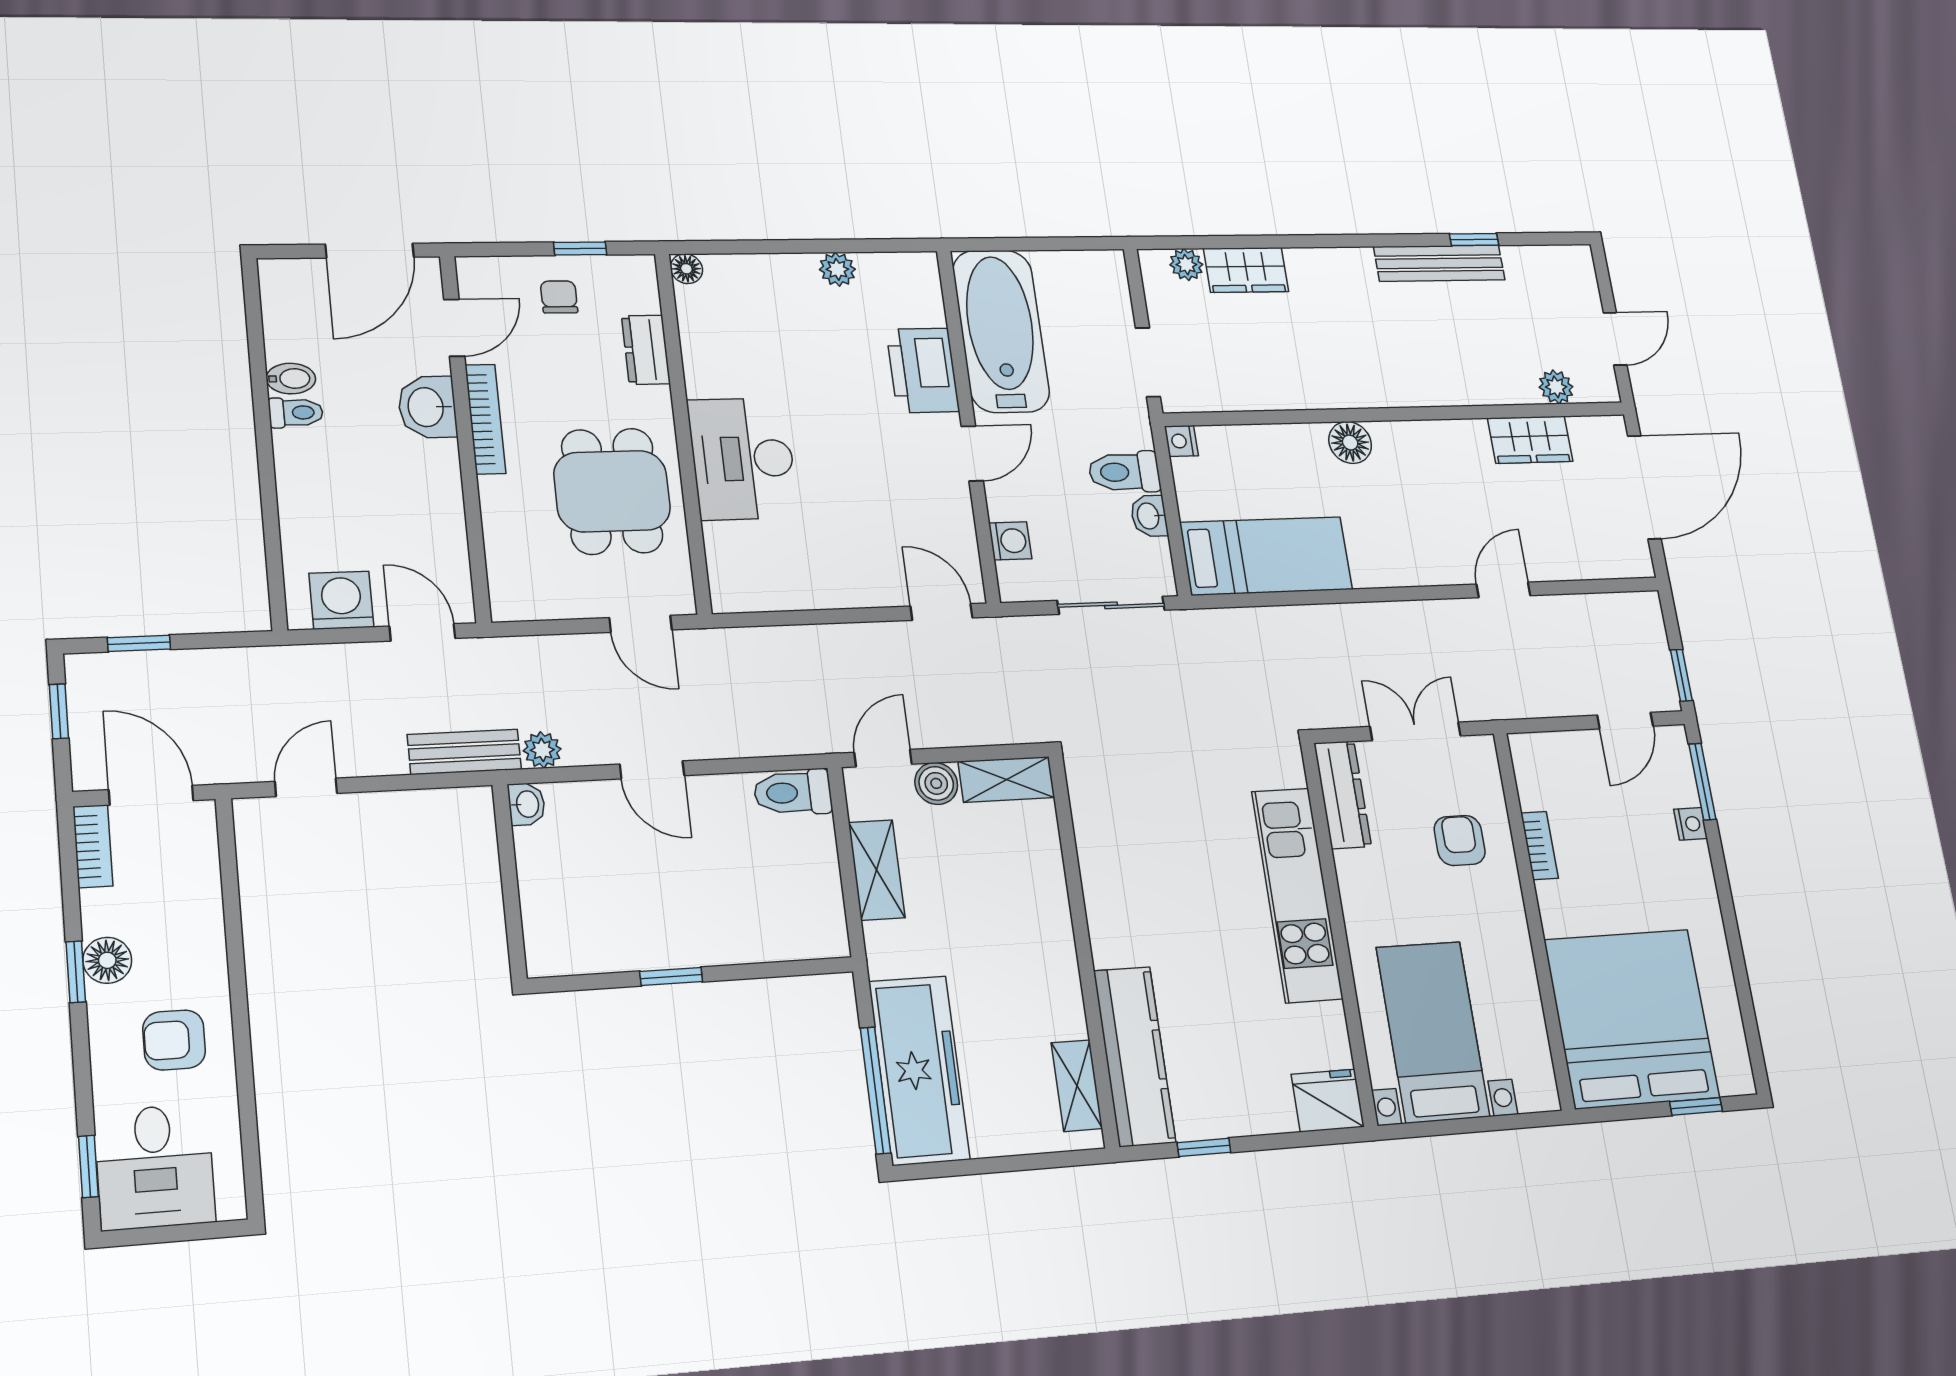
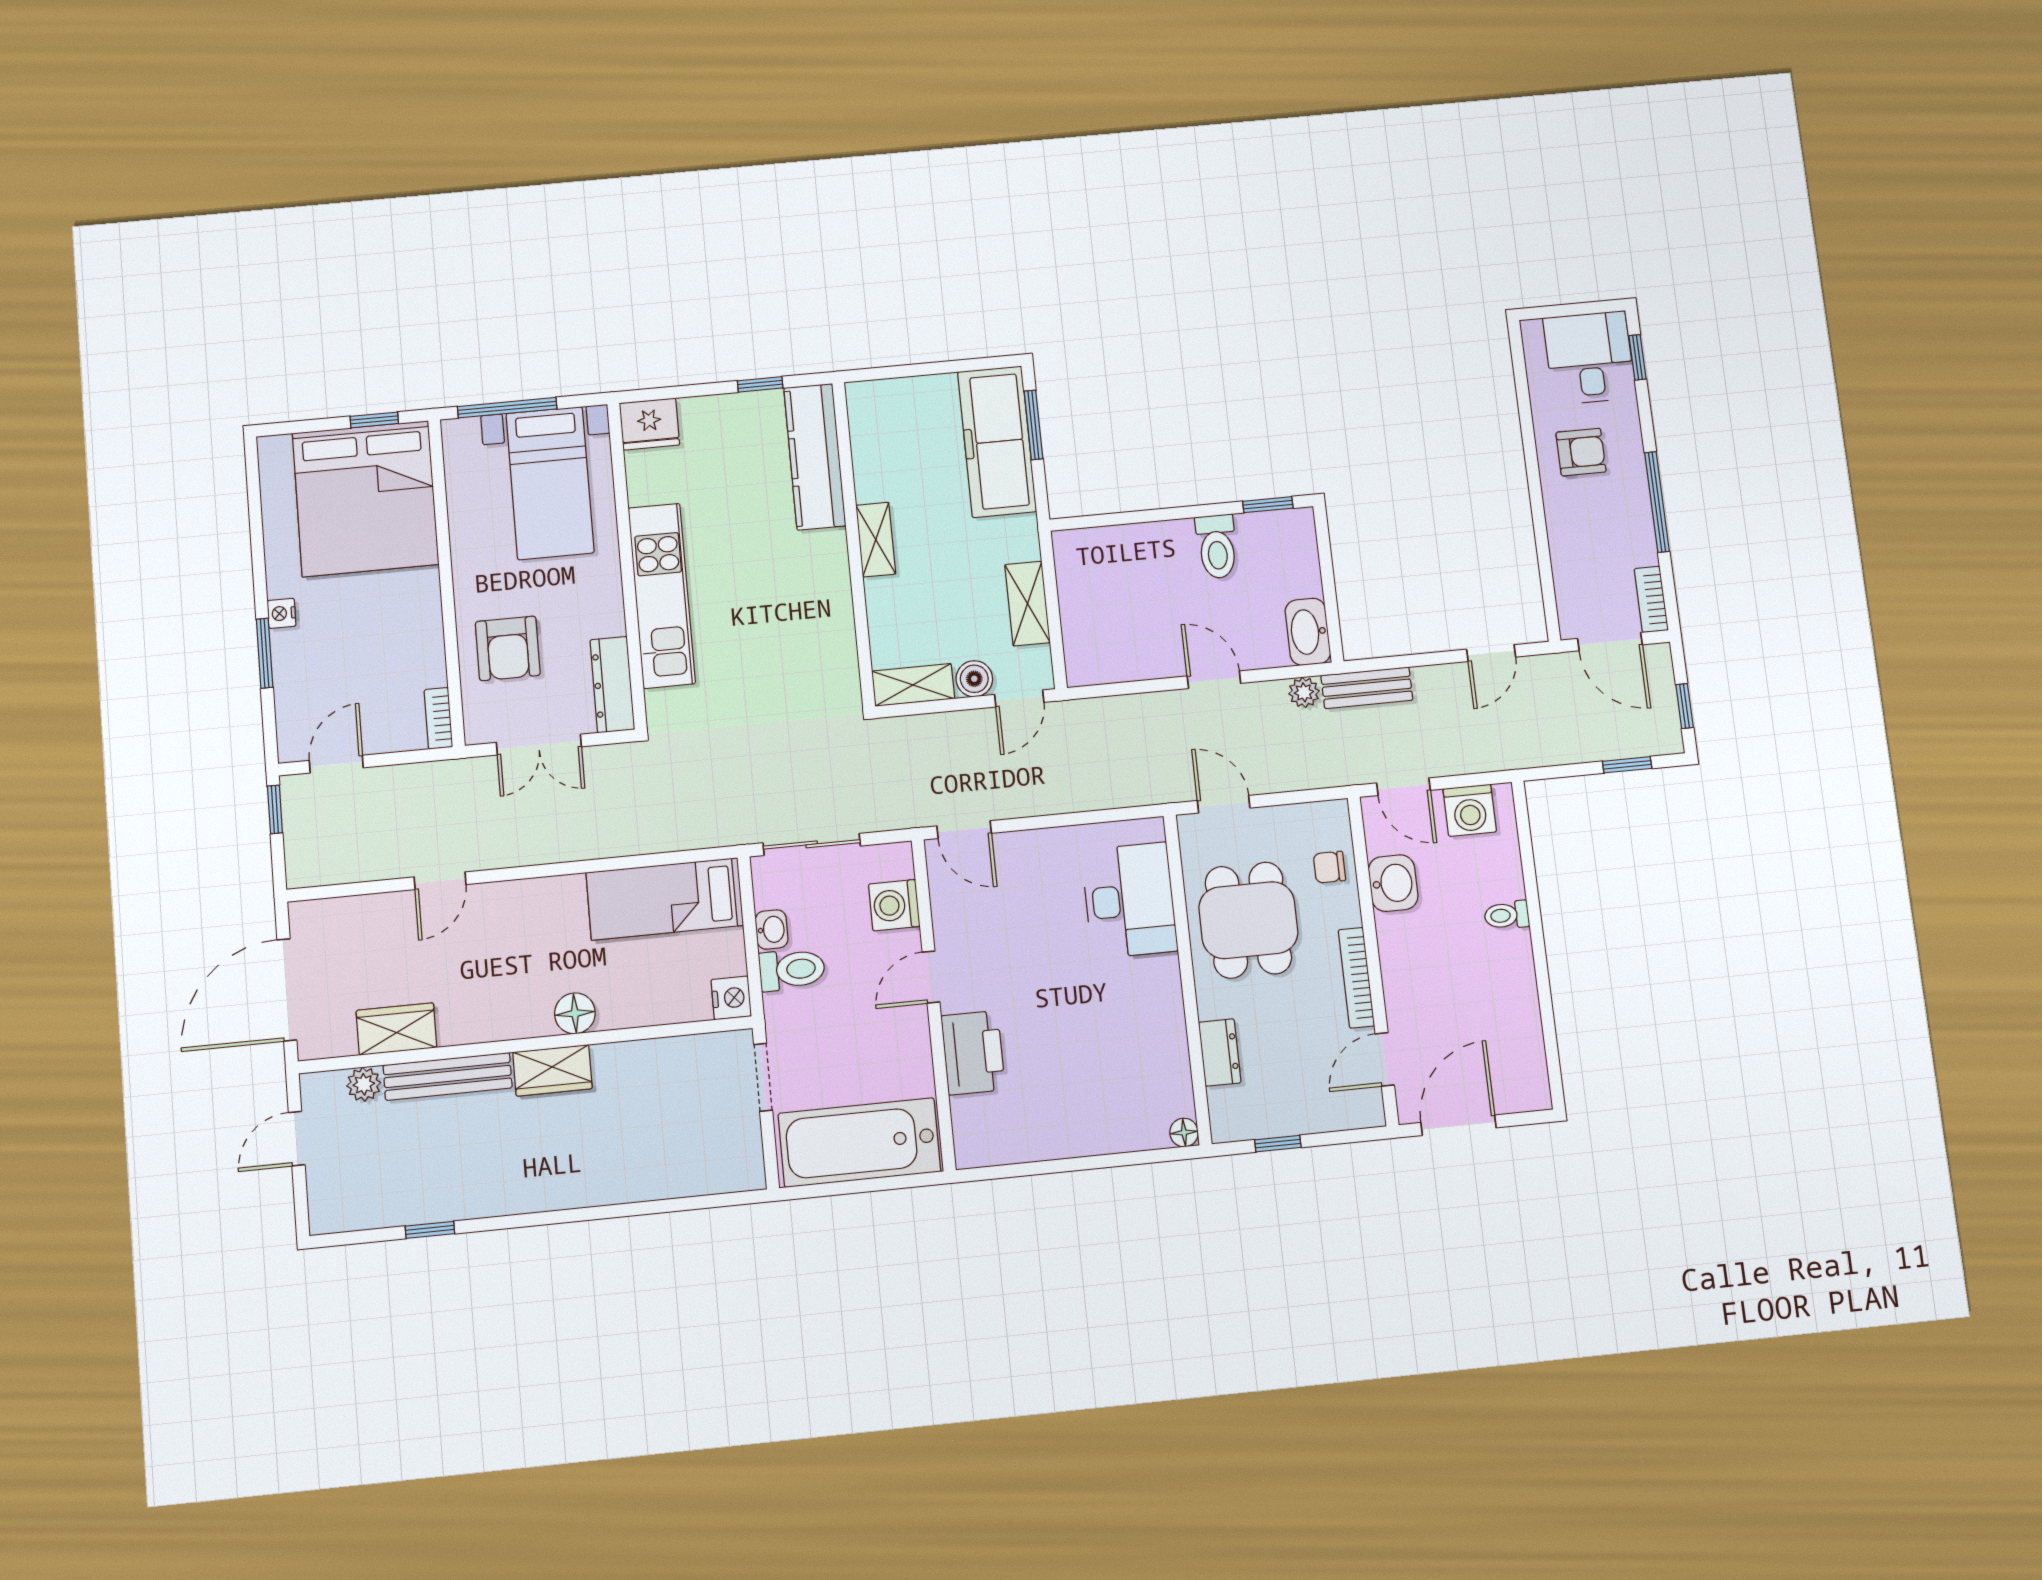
bench: (1439, 263) -> (448, 1076), moved
plant: (1186, 265) -> (720, 1178), removed
plant: (837, 269) -> (1048, 1144), removed
wardrobe: (1246, 270) -> (552, 1070), moved, turned 180
chair: (559, 297) -> (1329, 867), moved, turned 90
bathtub: (1001, 331) -> (859, 1143), moved, turned 90
bidet: (291, 379) -> (1519, 1002), removed
washbasin: (427, 407) -> (1393, 883), moved
toilet: (296, 413) -> (1507, 915), moved
nightstand: (1181, 441) -> (731, 998), width x1.39, depth x1.35
desk: (743, 459) -> (1130, 900), moved
washing machine: (1010, 541) -> (894, 905), width x1.38, depth x1.38
window: (1702, 782) -> (265, 653), moved
toilet: (793, 792) -> (1217, 547), moved, turned 90
washbasin: (527, 804) -> (1308, 632), width x1.91, depth x1.45
nightstand: (1691, 824) -> (282, 613), moved
armchair: (1460, 840) -> (508, 648), width x1.38, depth x1.38
bookcase: (1540, 846) -> (438, 718), moved
floor lamp: (107, 960) -> (1634, 511), removed
window: (76, 972) -> (1657, 502), width x2.17
window: (671, 976) -> (1268, 505), moved
shelving: (1077, 1086) -> (876, 540), moved
window: (875, 1090) -> (1033, 425), width x0.69
window: (1696, 1106) -> (374, 420), moved
window: (1490, 1124) -> (507, 408), added

